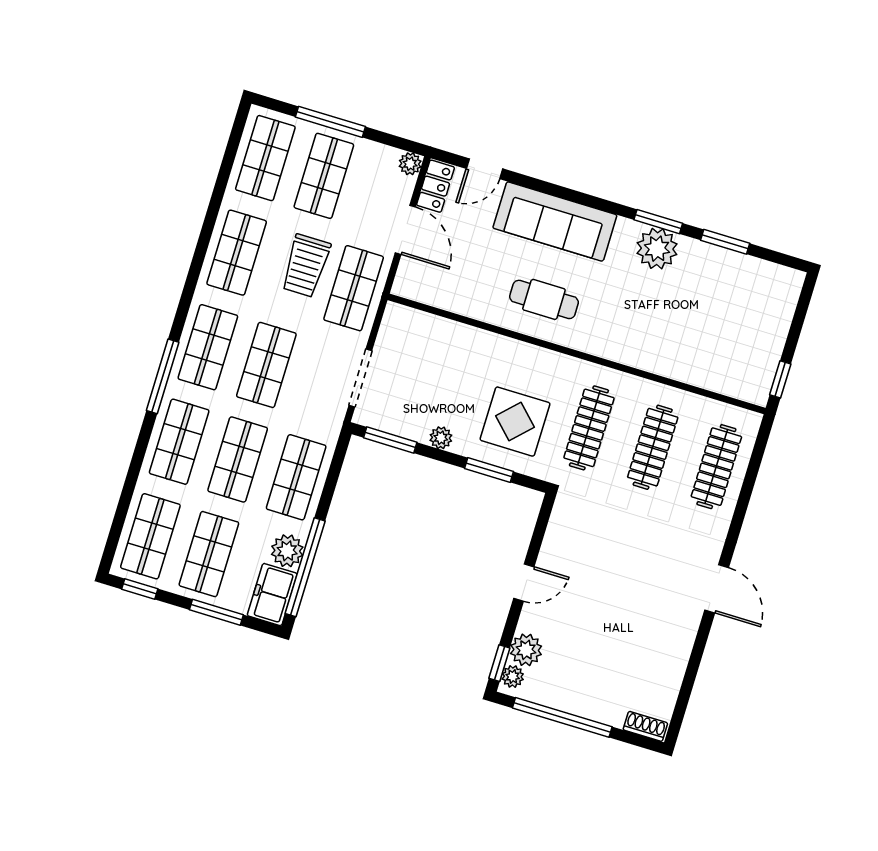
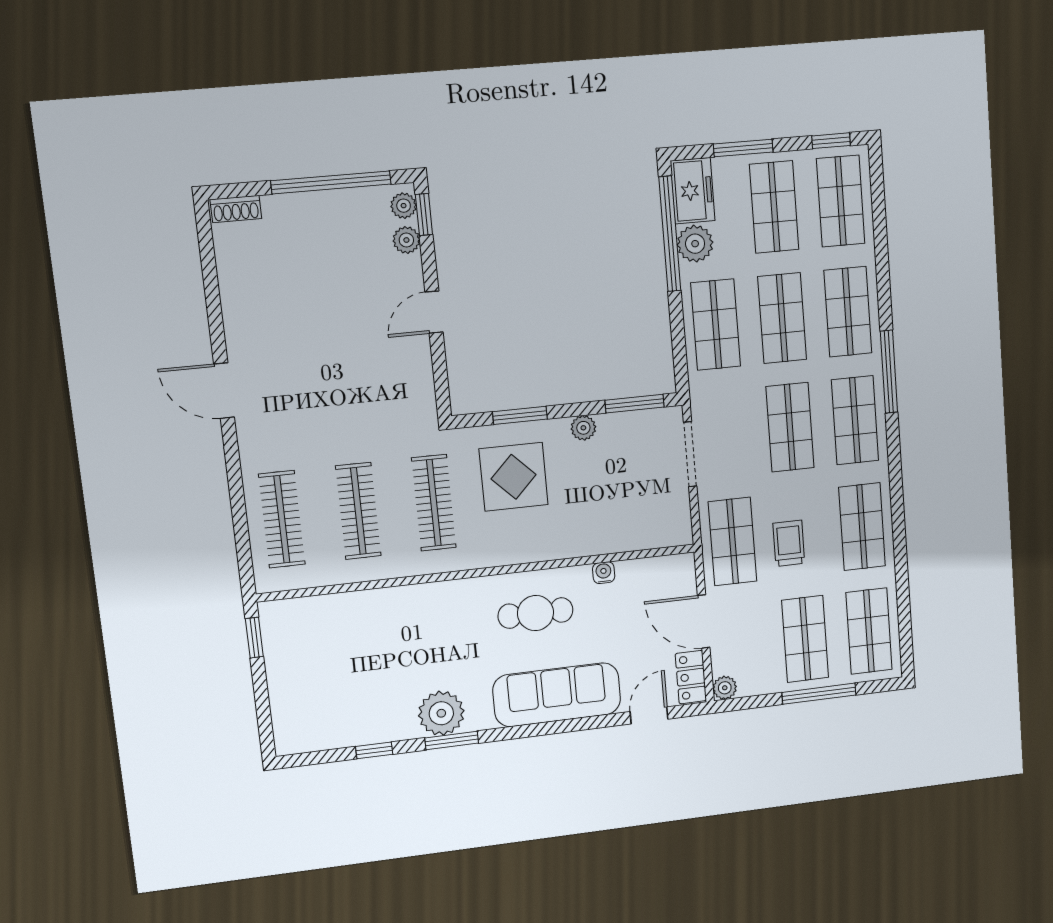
window: (725, 242) -> (374, 750), width x0.67
trolley: (306, 266) -> (789, 543), width x0.73, depth x0.72
water cooler: (473, 309) -> (604, 573), added
plant: (526, 650) -> (406, 240), width x0.73, depth x0.73

